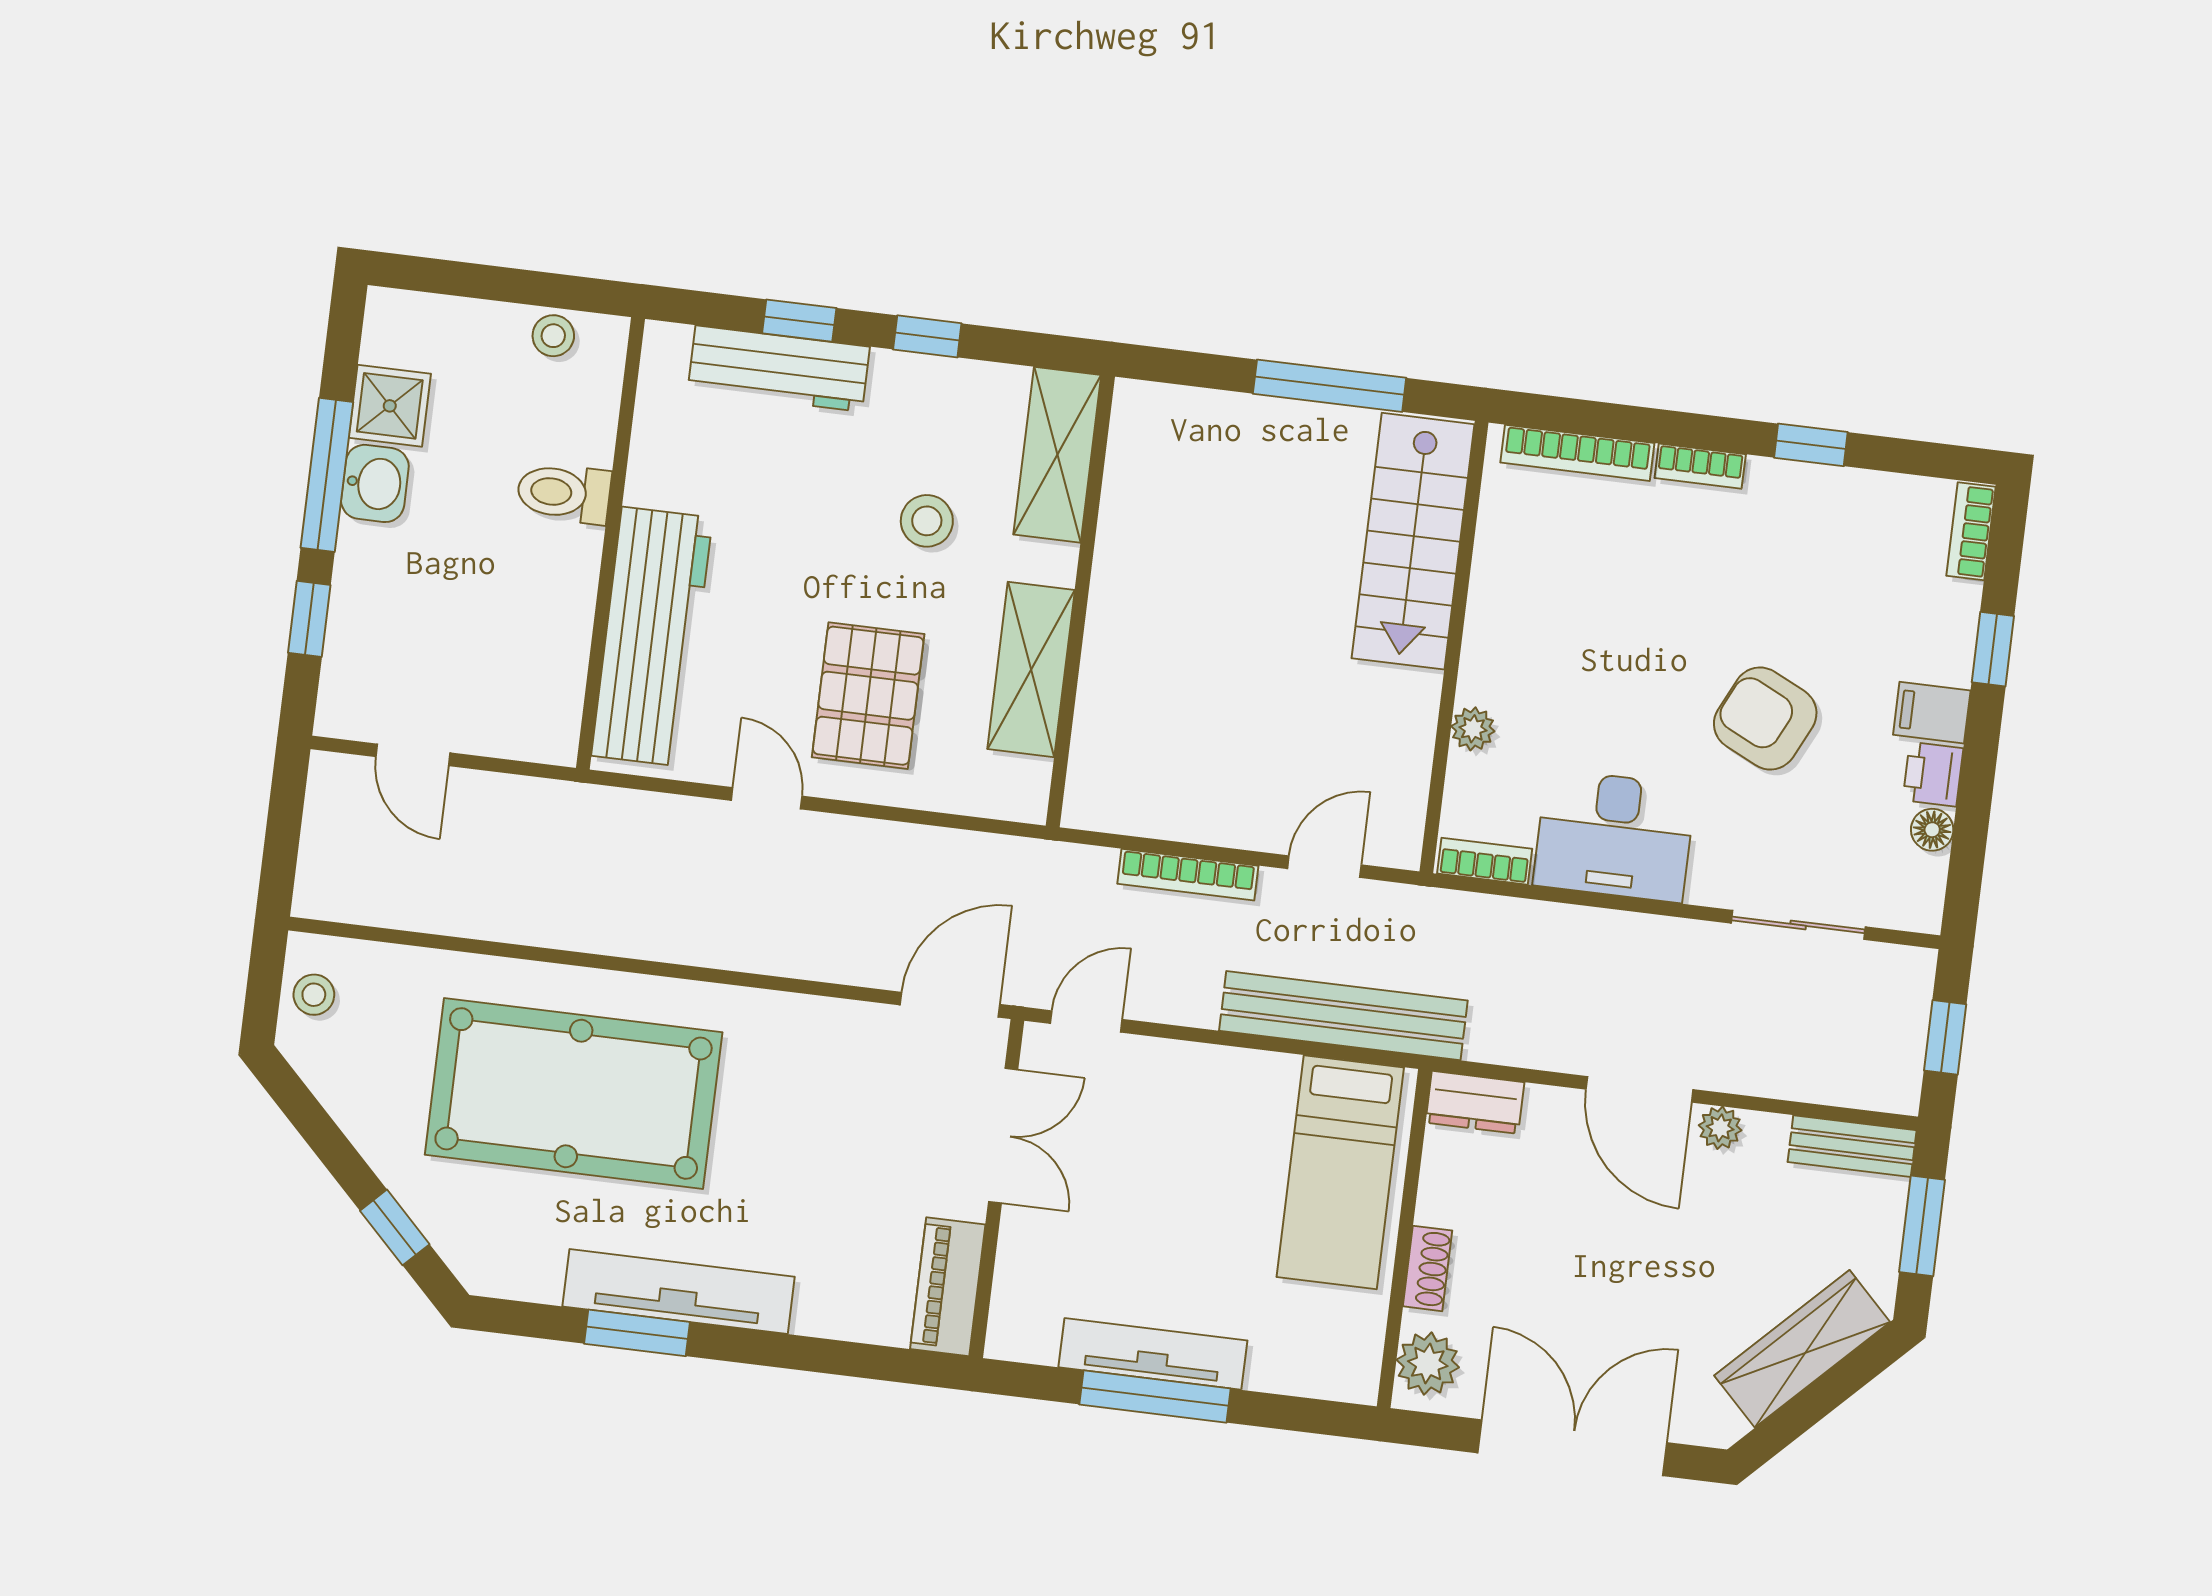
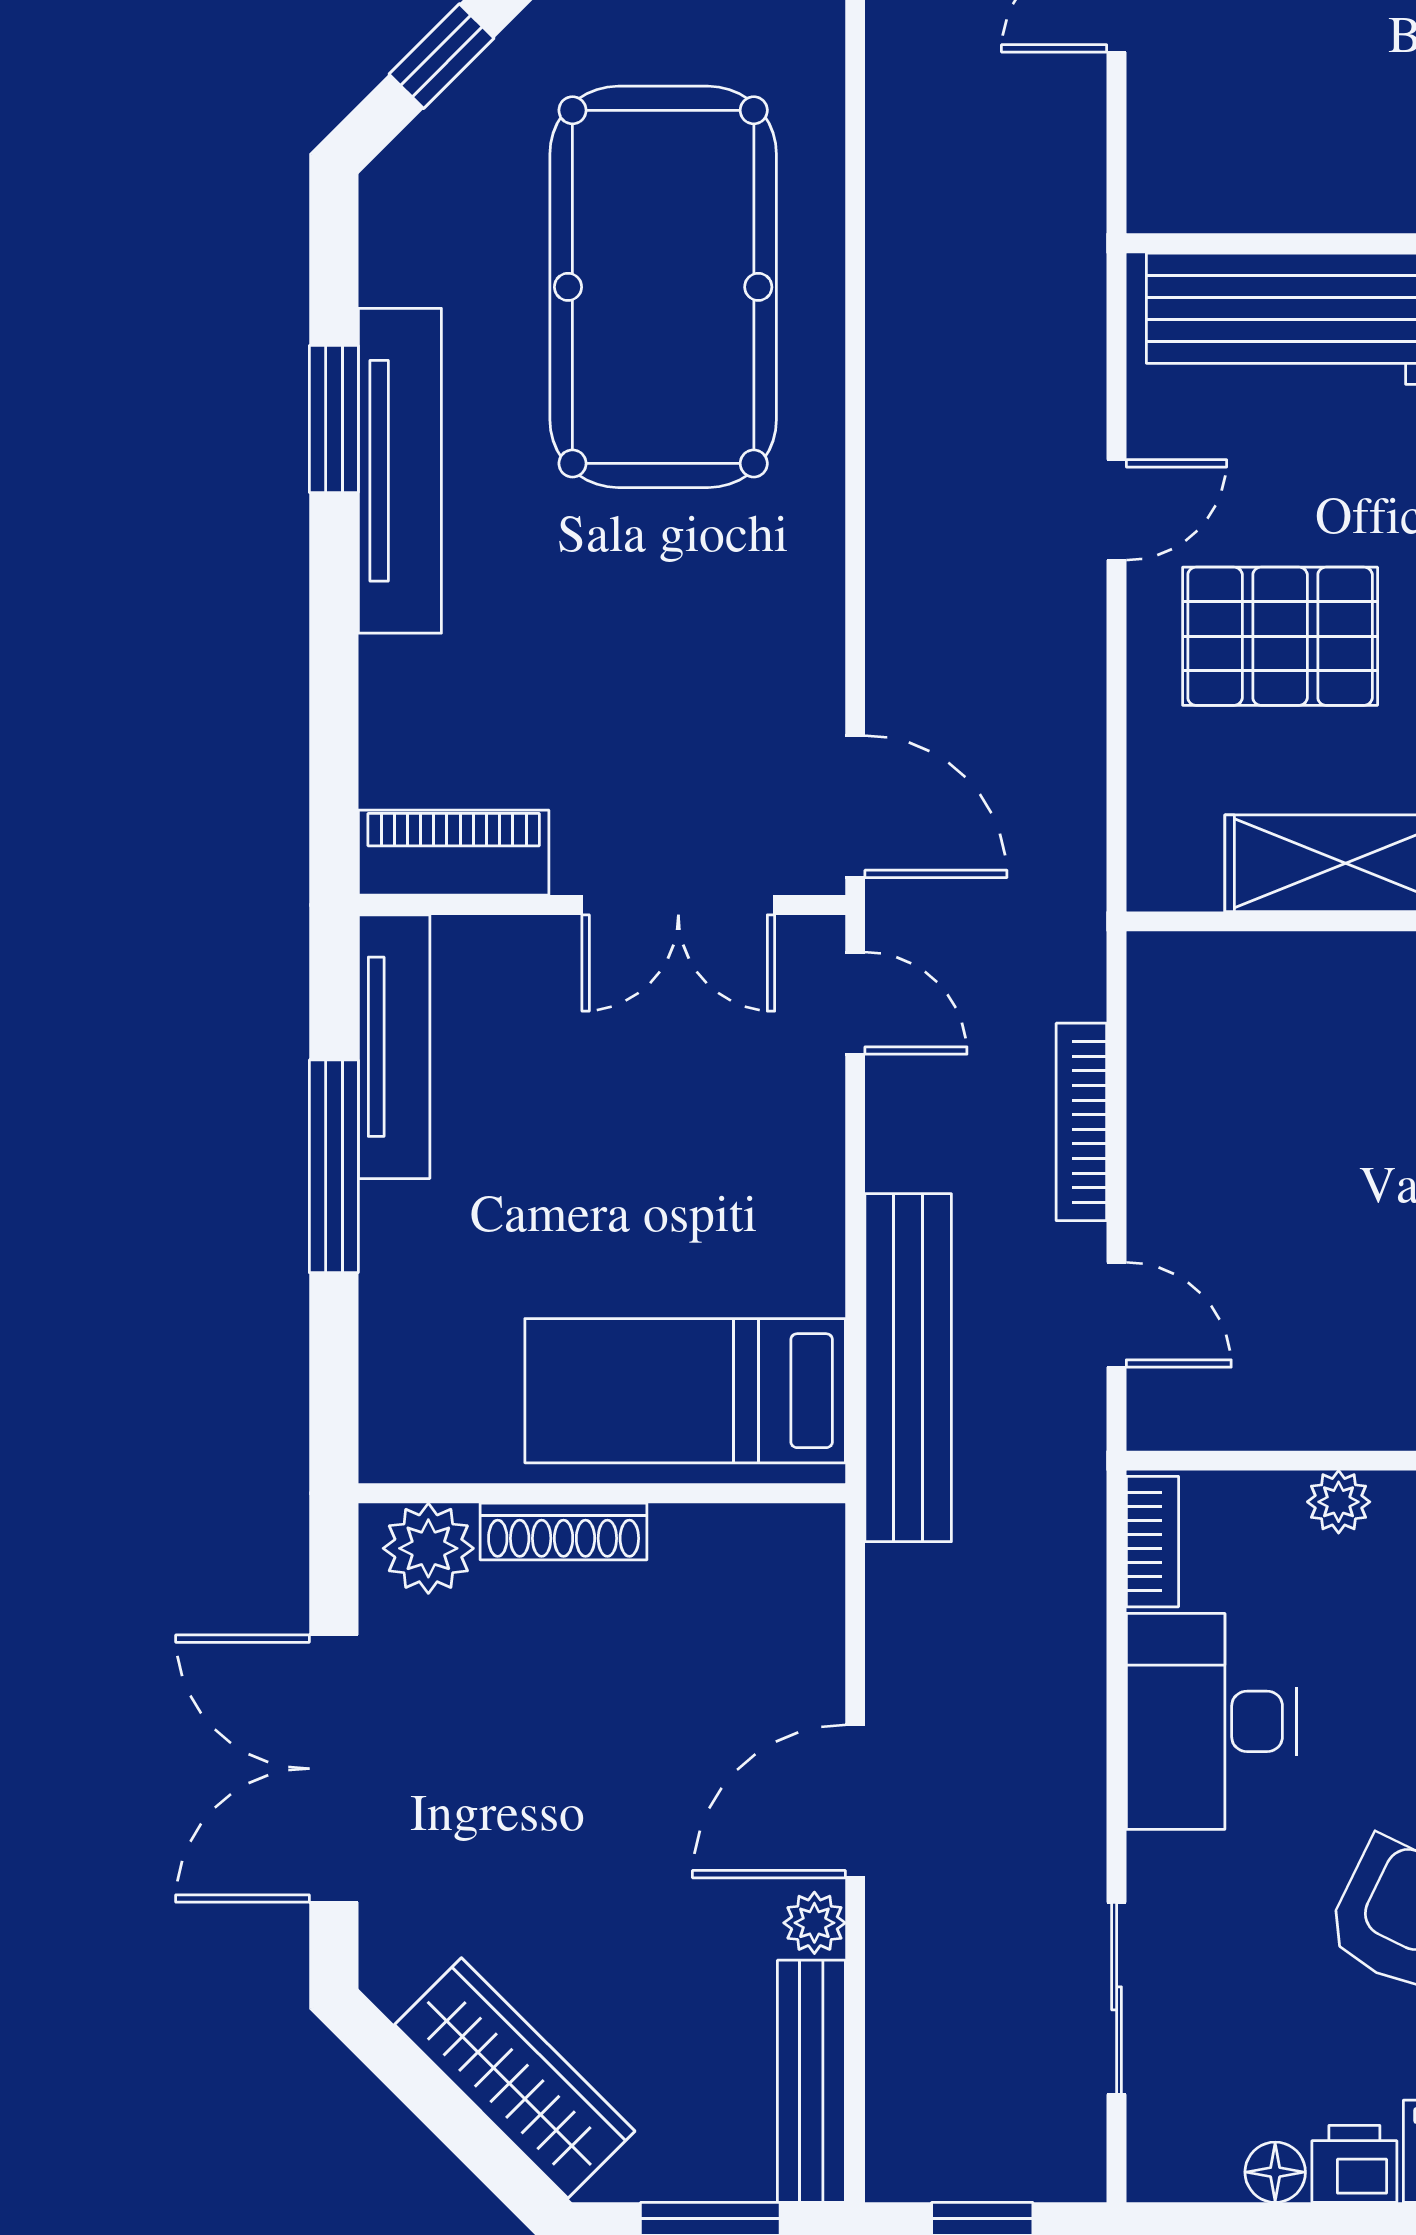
dresser: (1475, 1102) -> (808, 1570), removed
bench: (1852, 1146) -> (811, 2081), width x1.36
shoe rack: (1428, 1268) -> (564, 1531), width x1.43
tv unit: (1153, 1354) -> (394, 1047), moved
double door: (1572, 1448) -> (334, 1769), swing flipped

